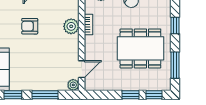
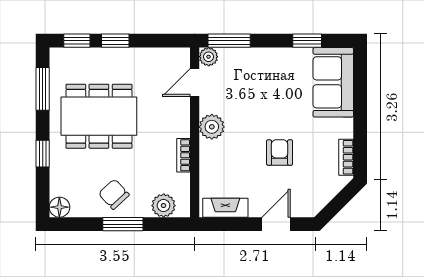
armchair: (30, 26) -> (280, 152), turned -90
plant: (71, 26) -> (212, 127), moved
window: (45, 95) -> (229, 41), moved

